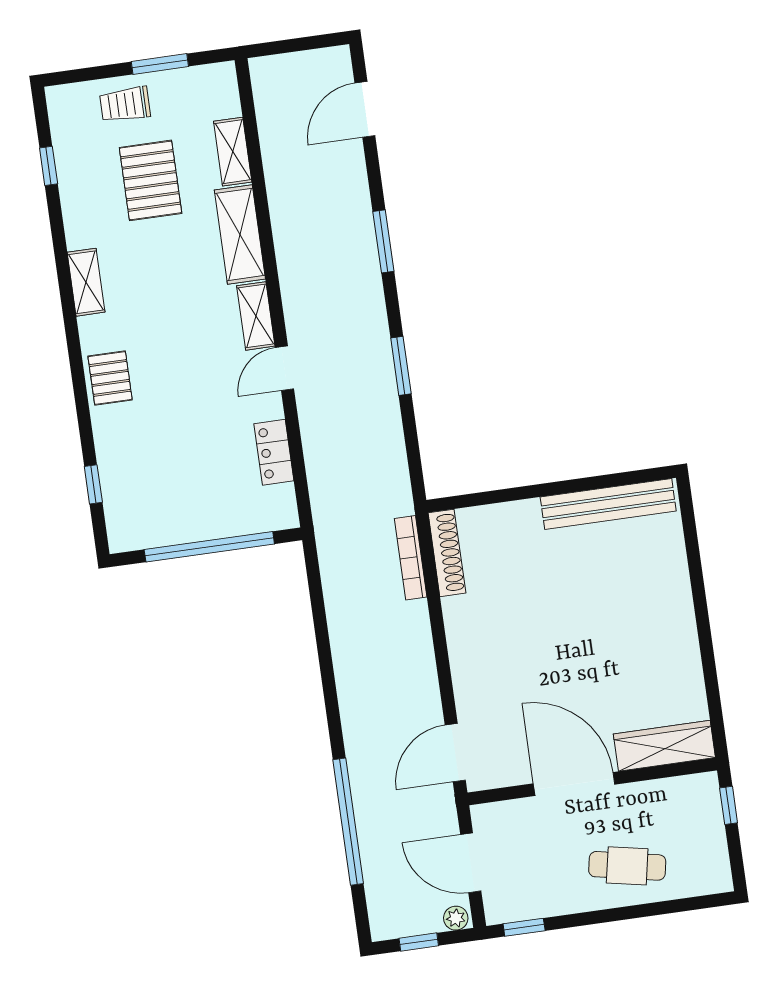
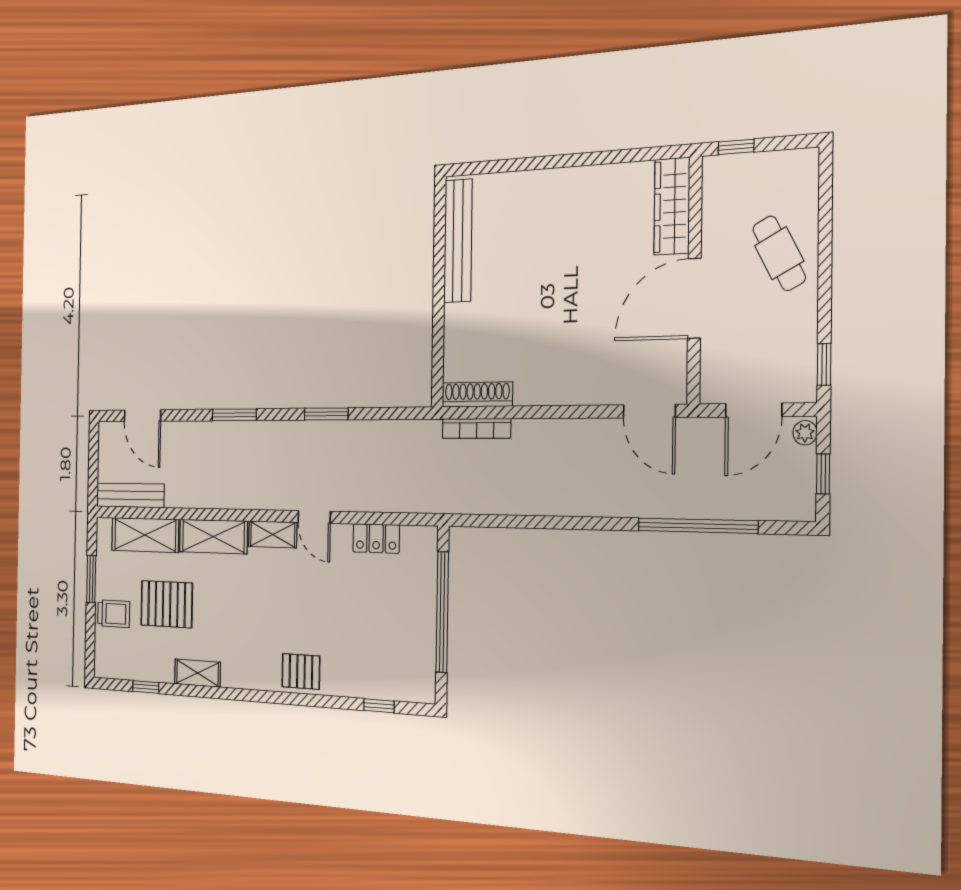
trolley: (125, 104) -> (114, 614), turned -90
bench: (268, 106) -> (130, 495), added
shelving: (233, 152) -> (145, 535), width x1.50, depth x1.33
shelving: (86, 282) -> (198, 673), moved
cafe table: (627, 866) -> (779, 253), turned -39

